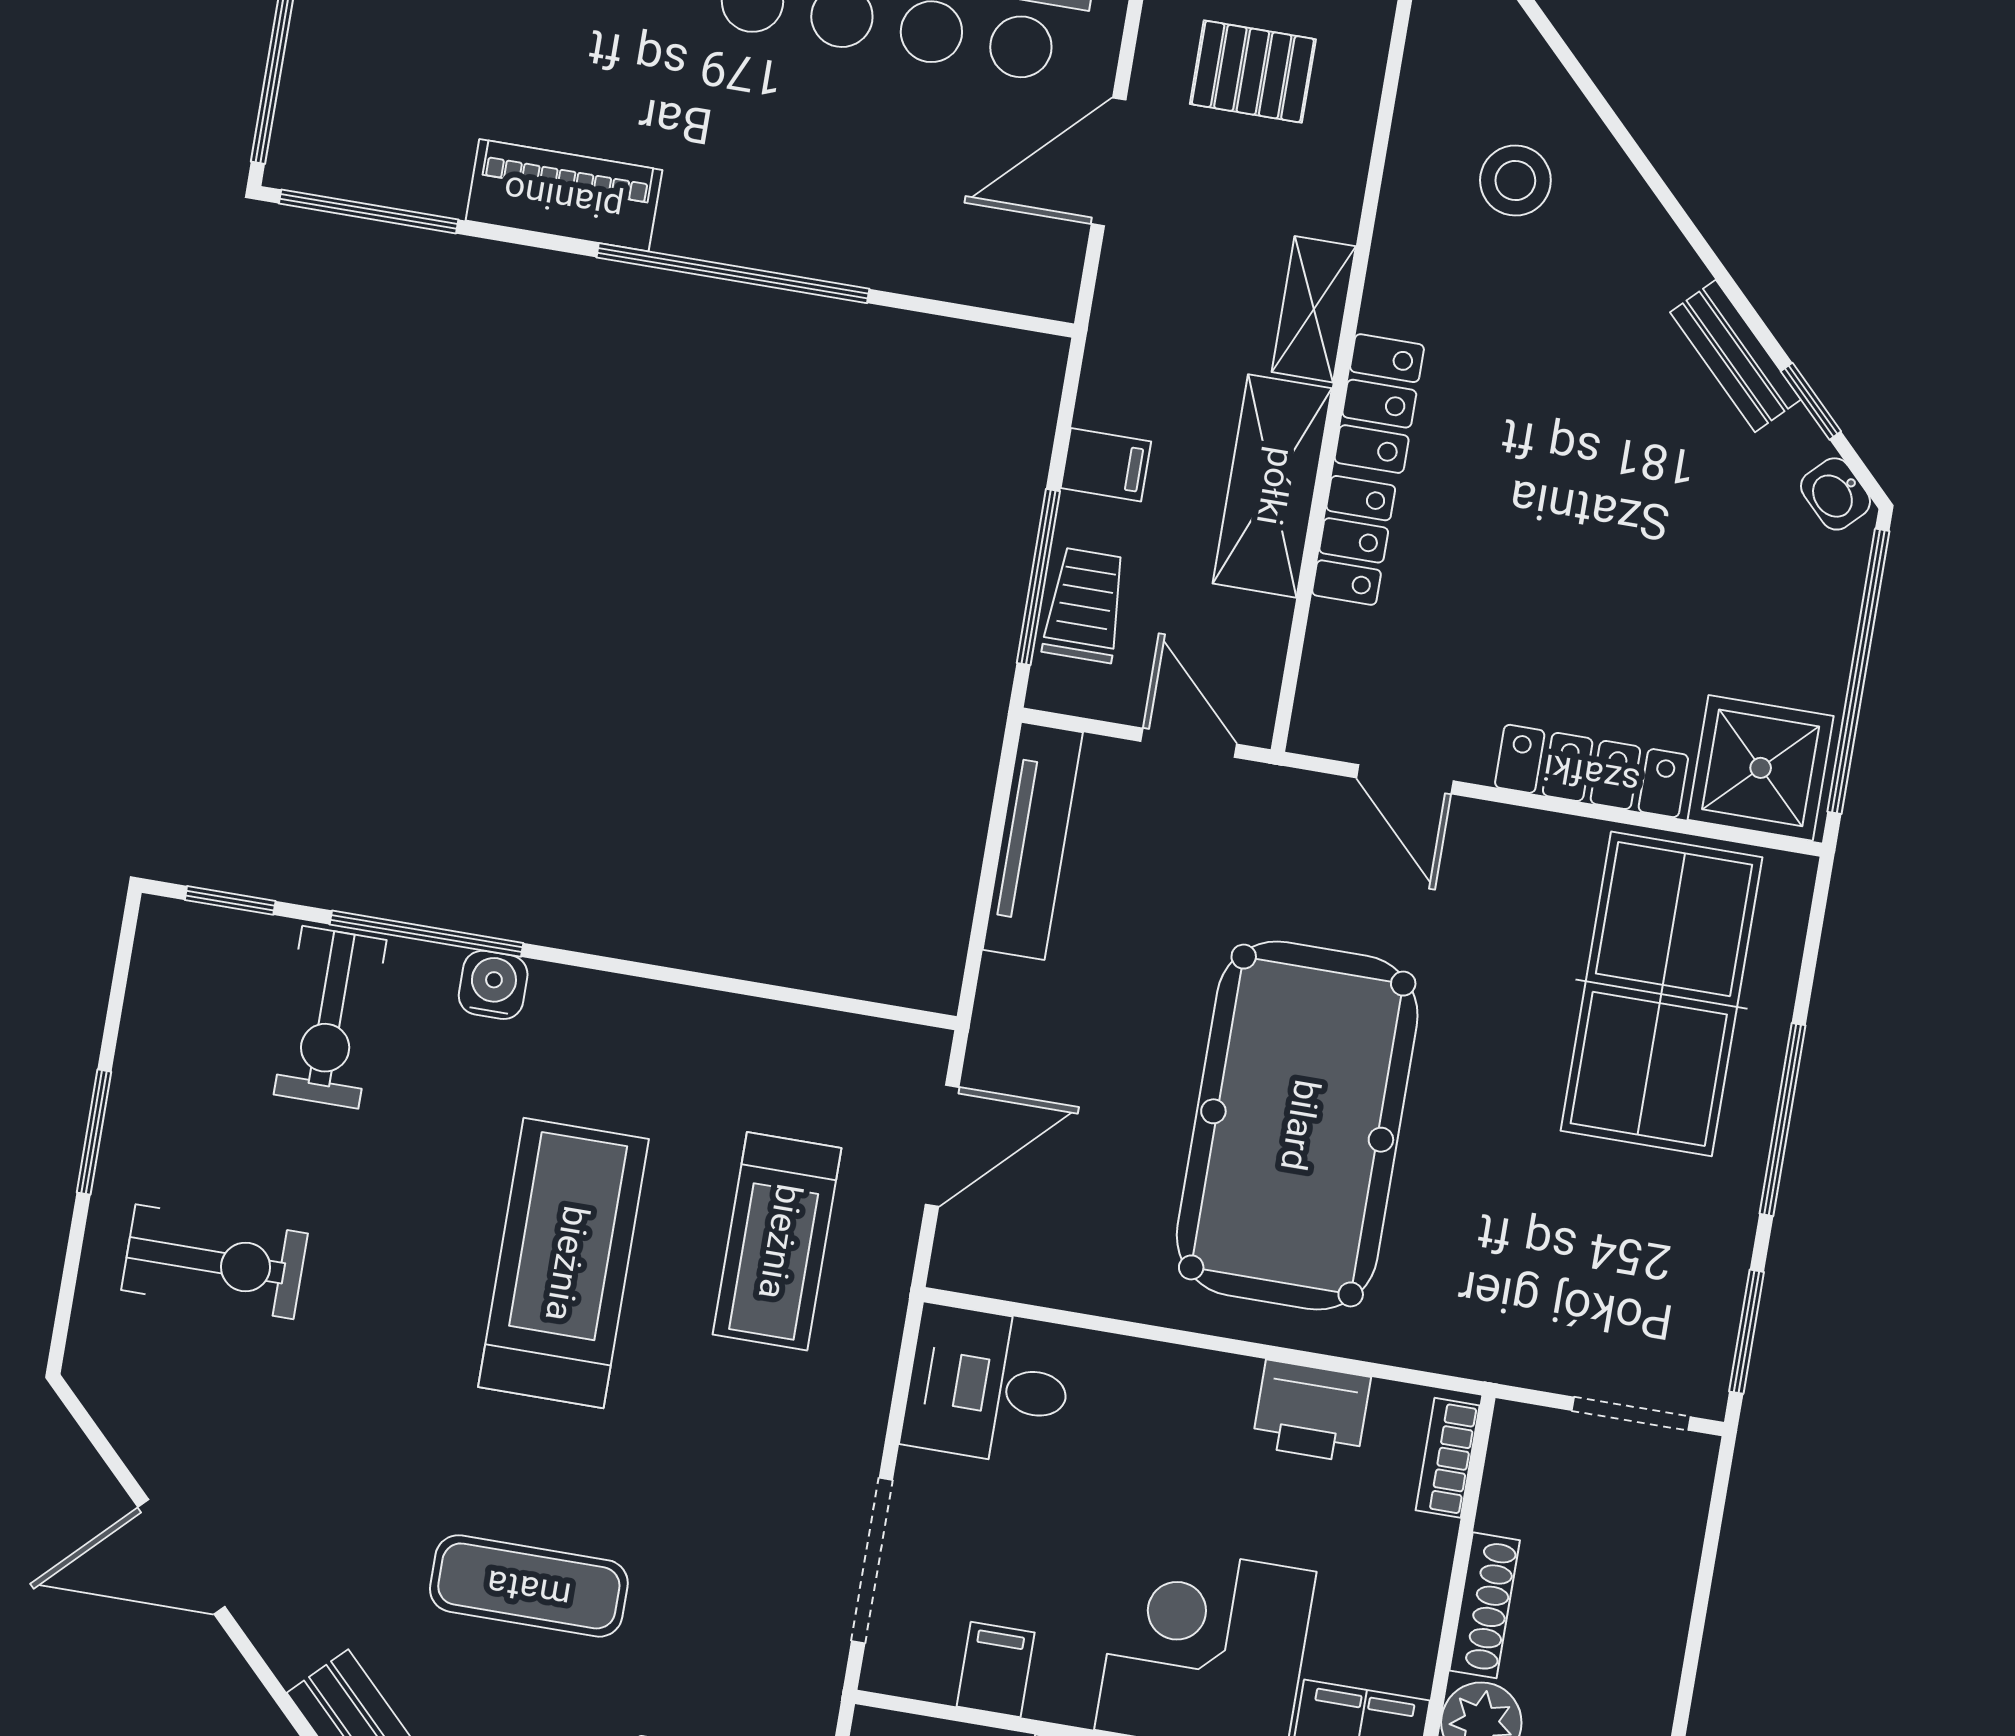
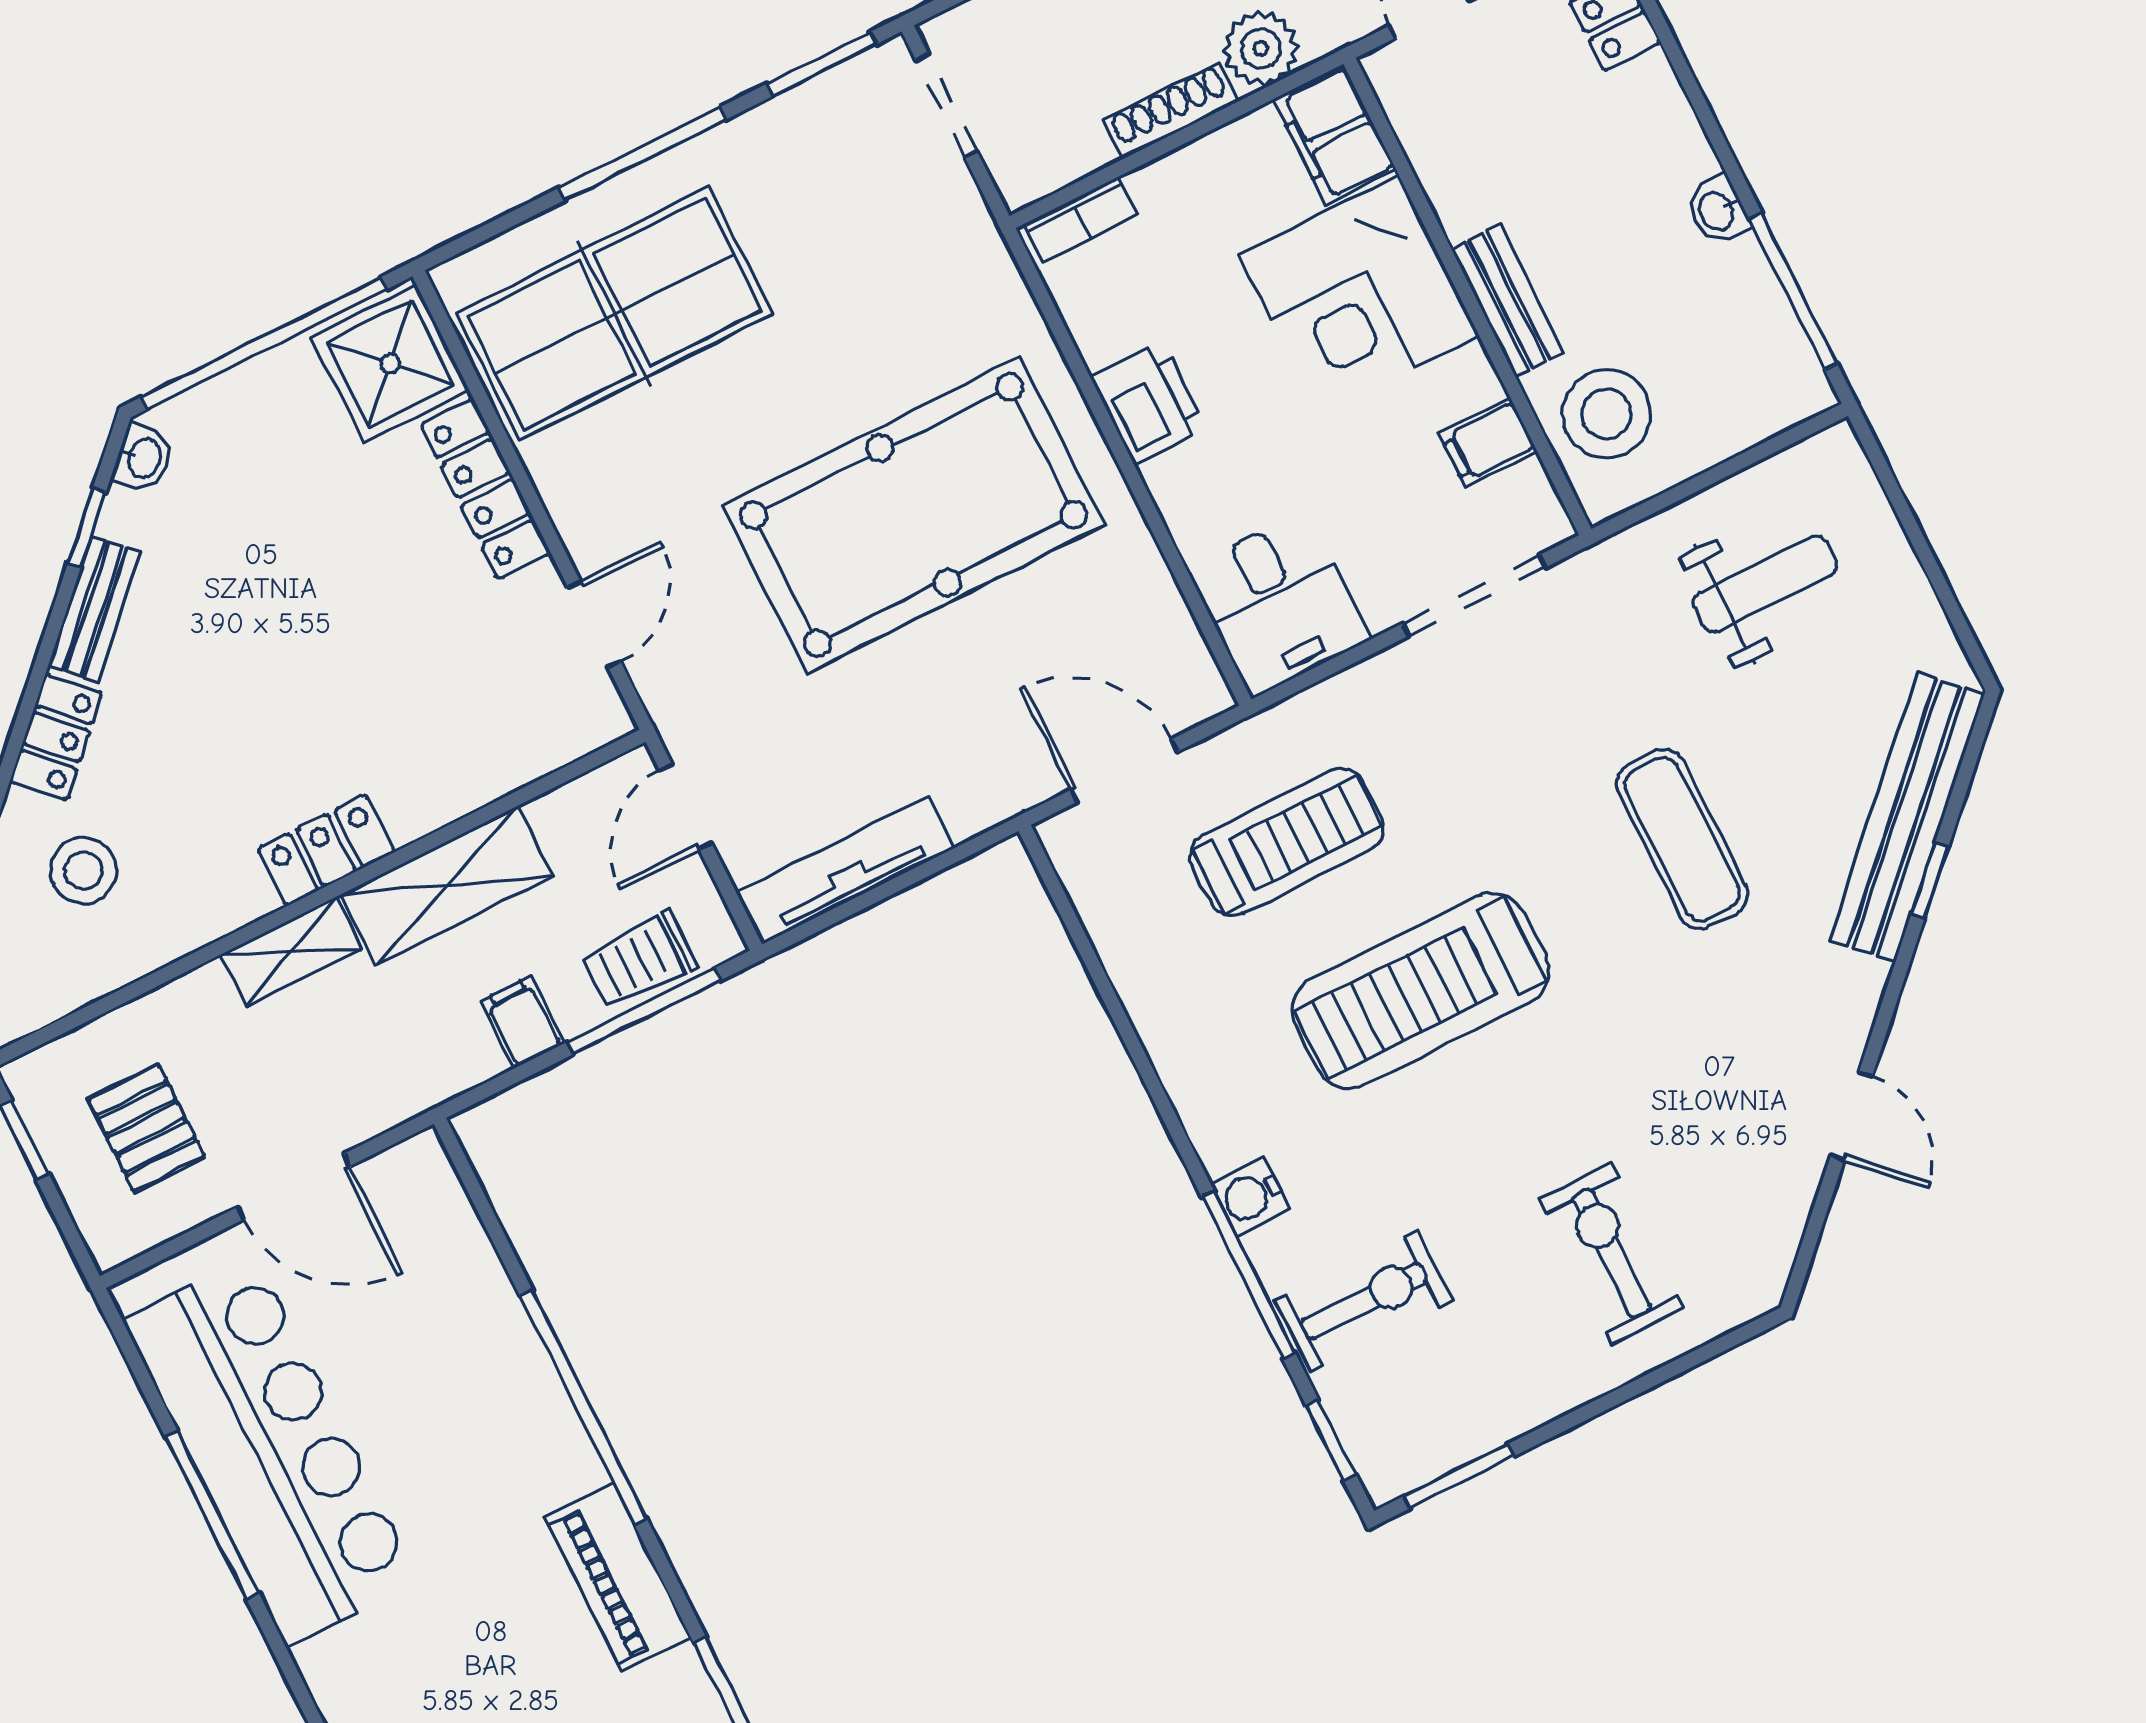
locker: (1354, 540) -> (56, 737), moved, turned 135
window: (94, 1132) -> (1458, 1476), moved
printer: (1311, 1411) -> (1149, 403), moved
door: (181, 1557) -> (1851, 1116), width x0.73

